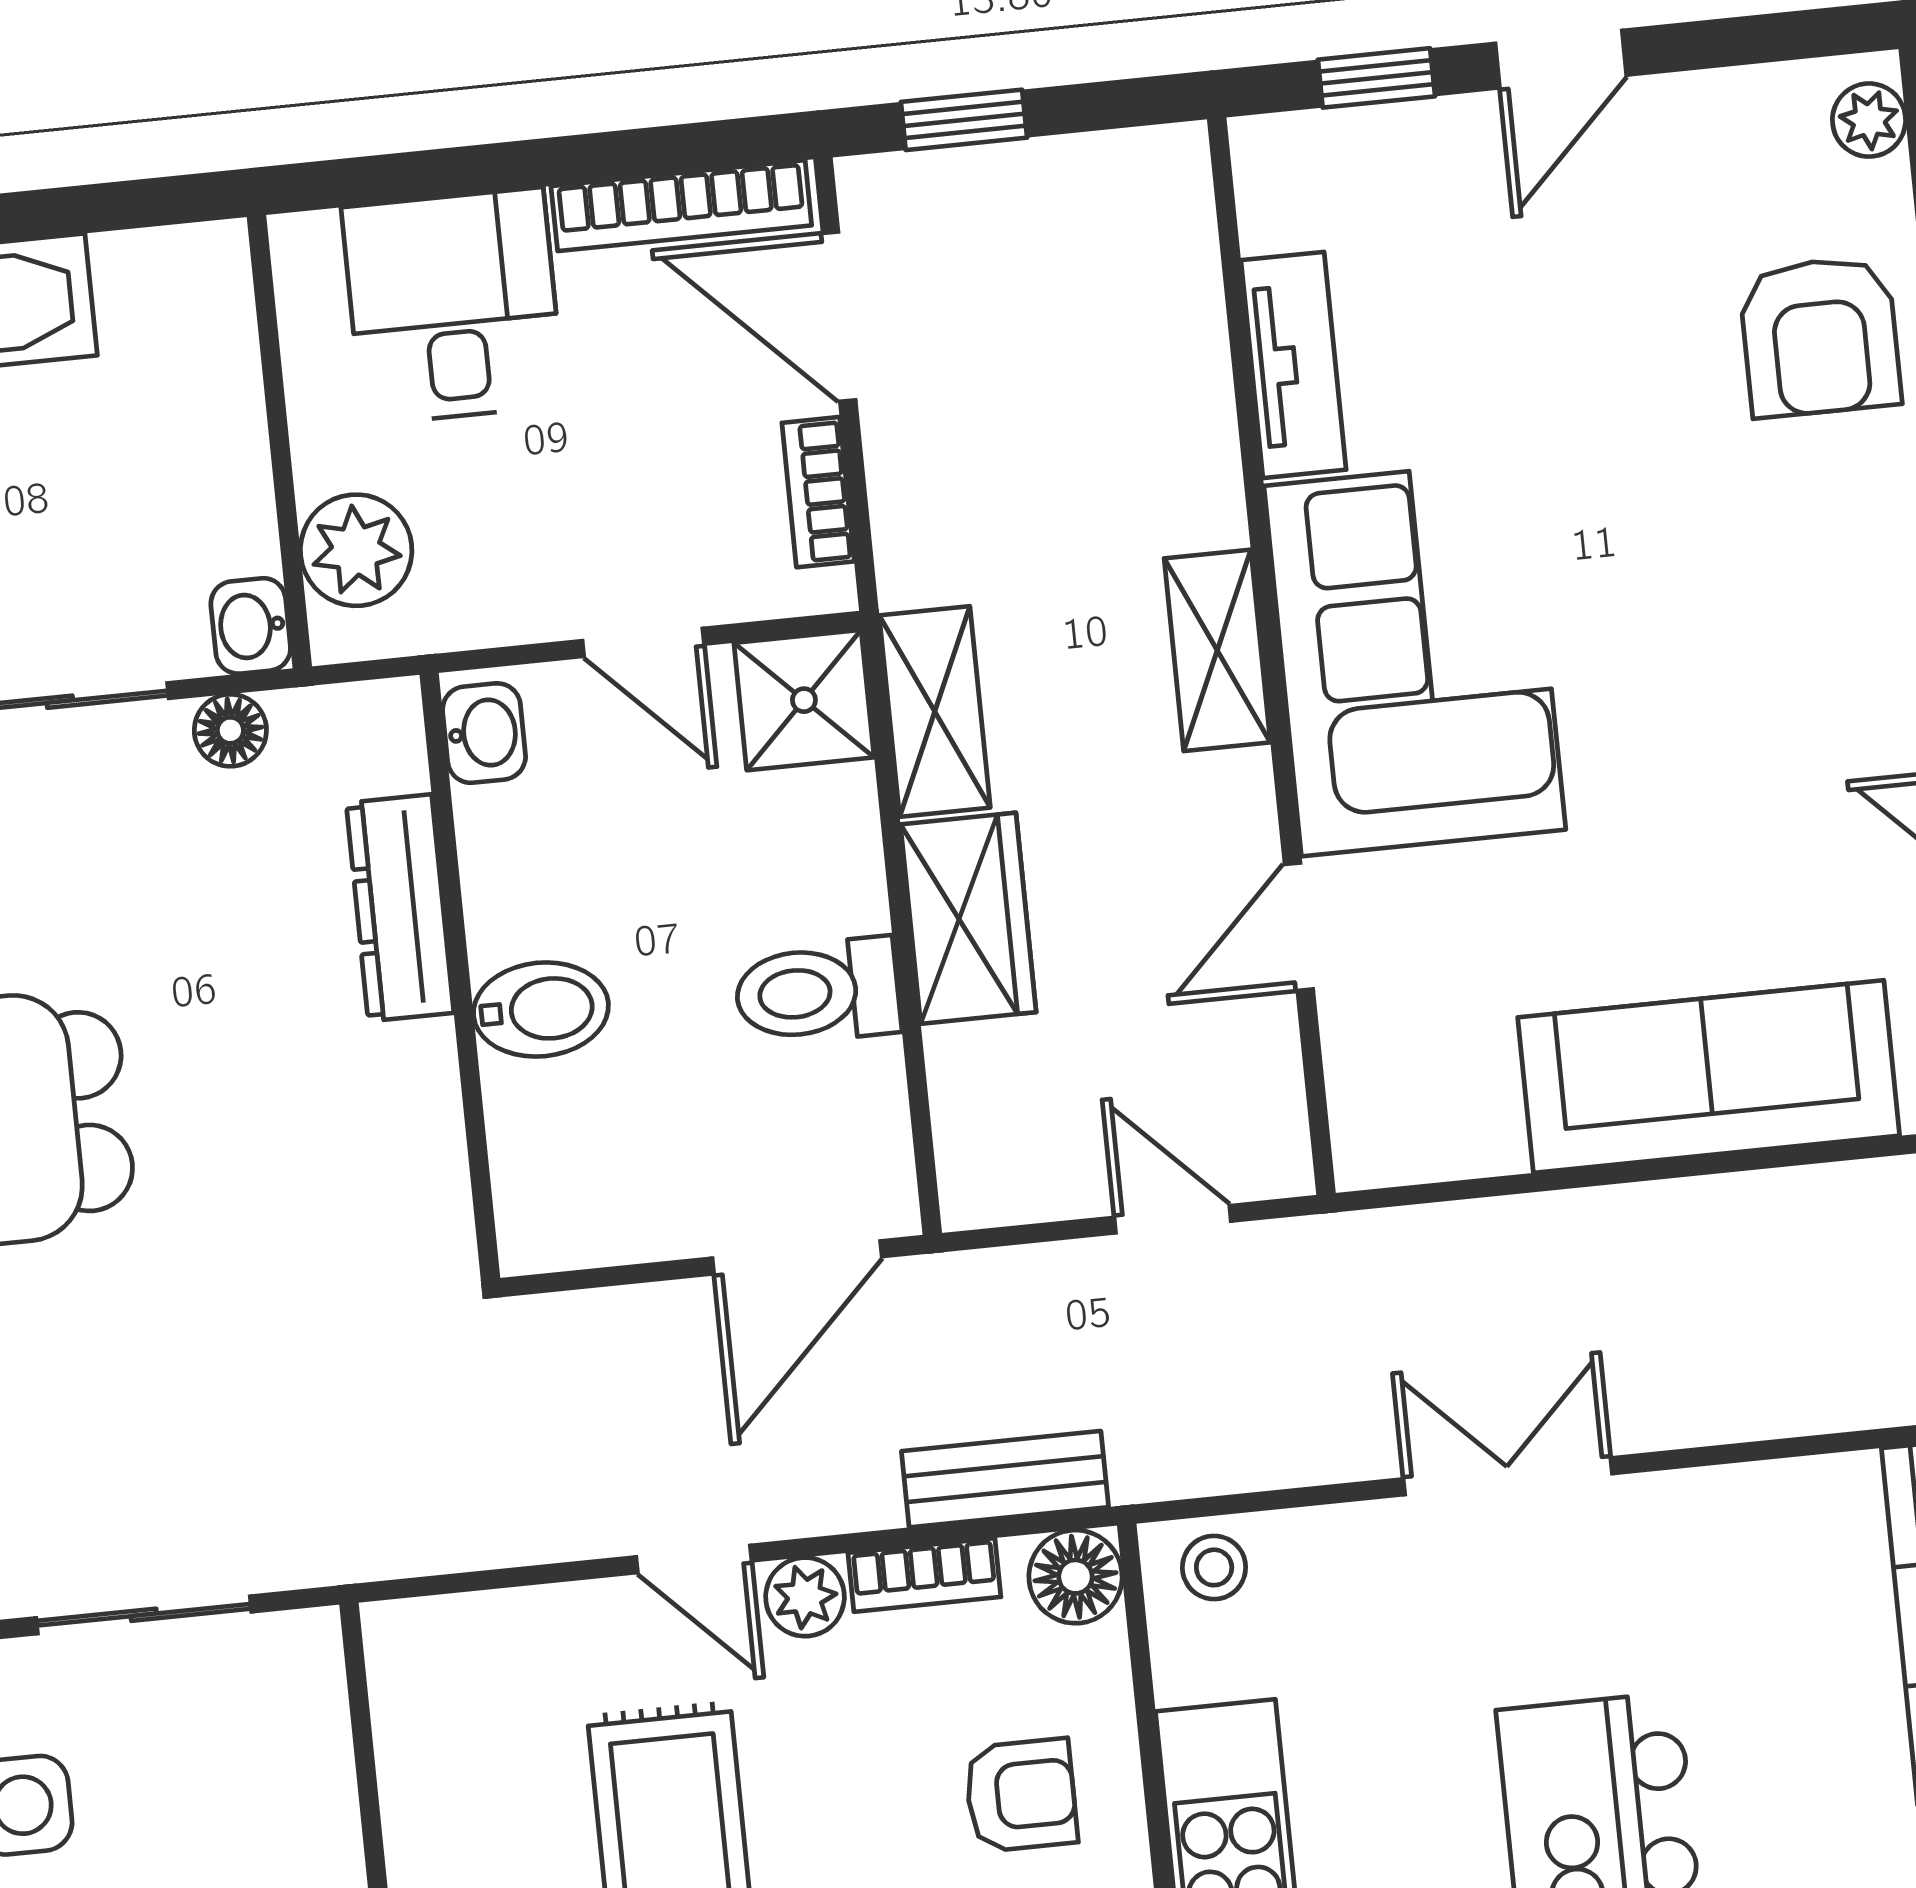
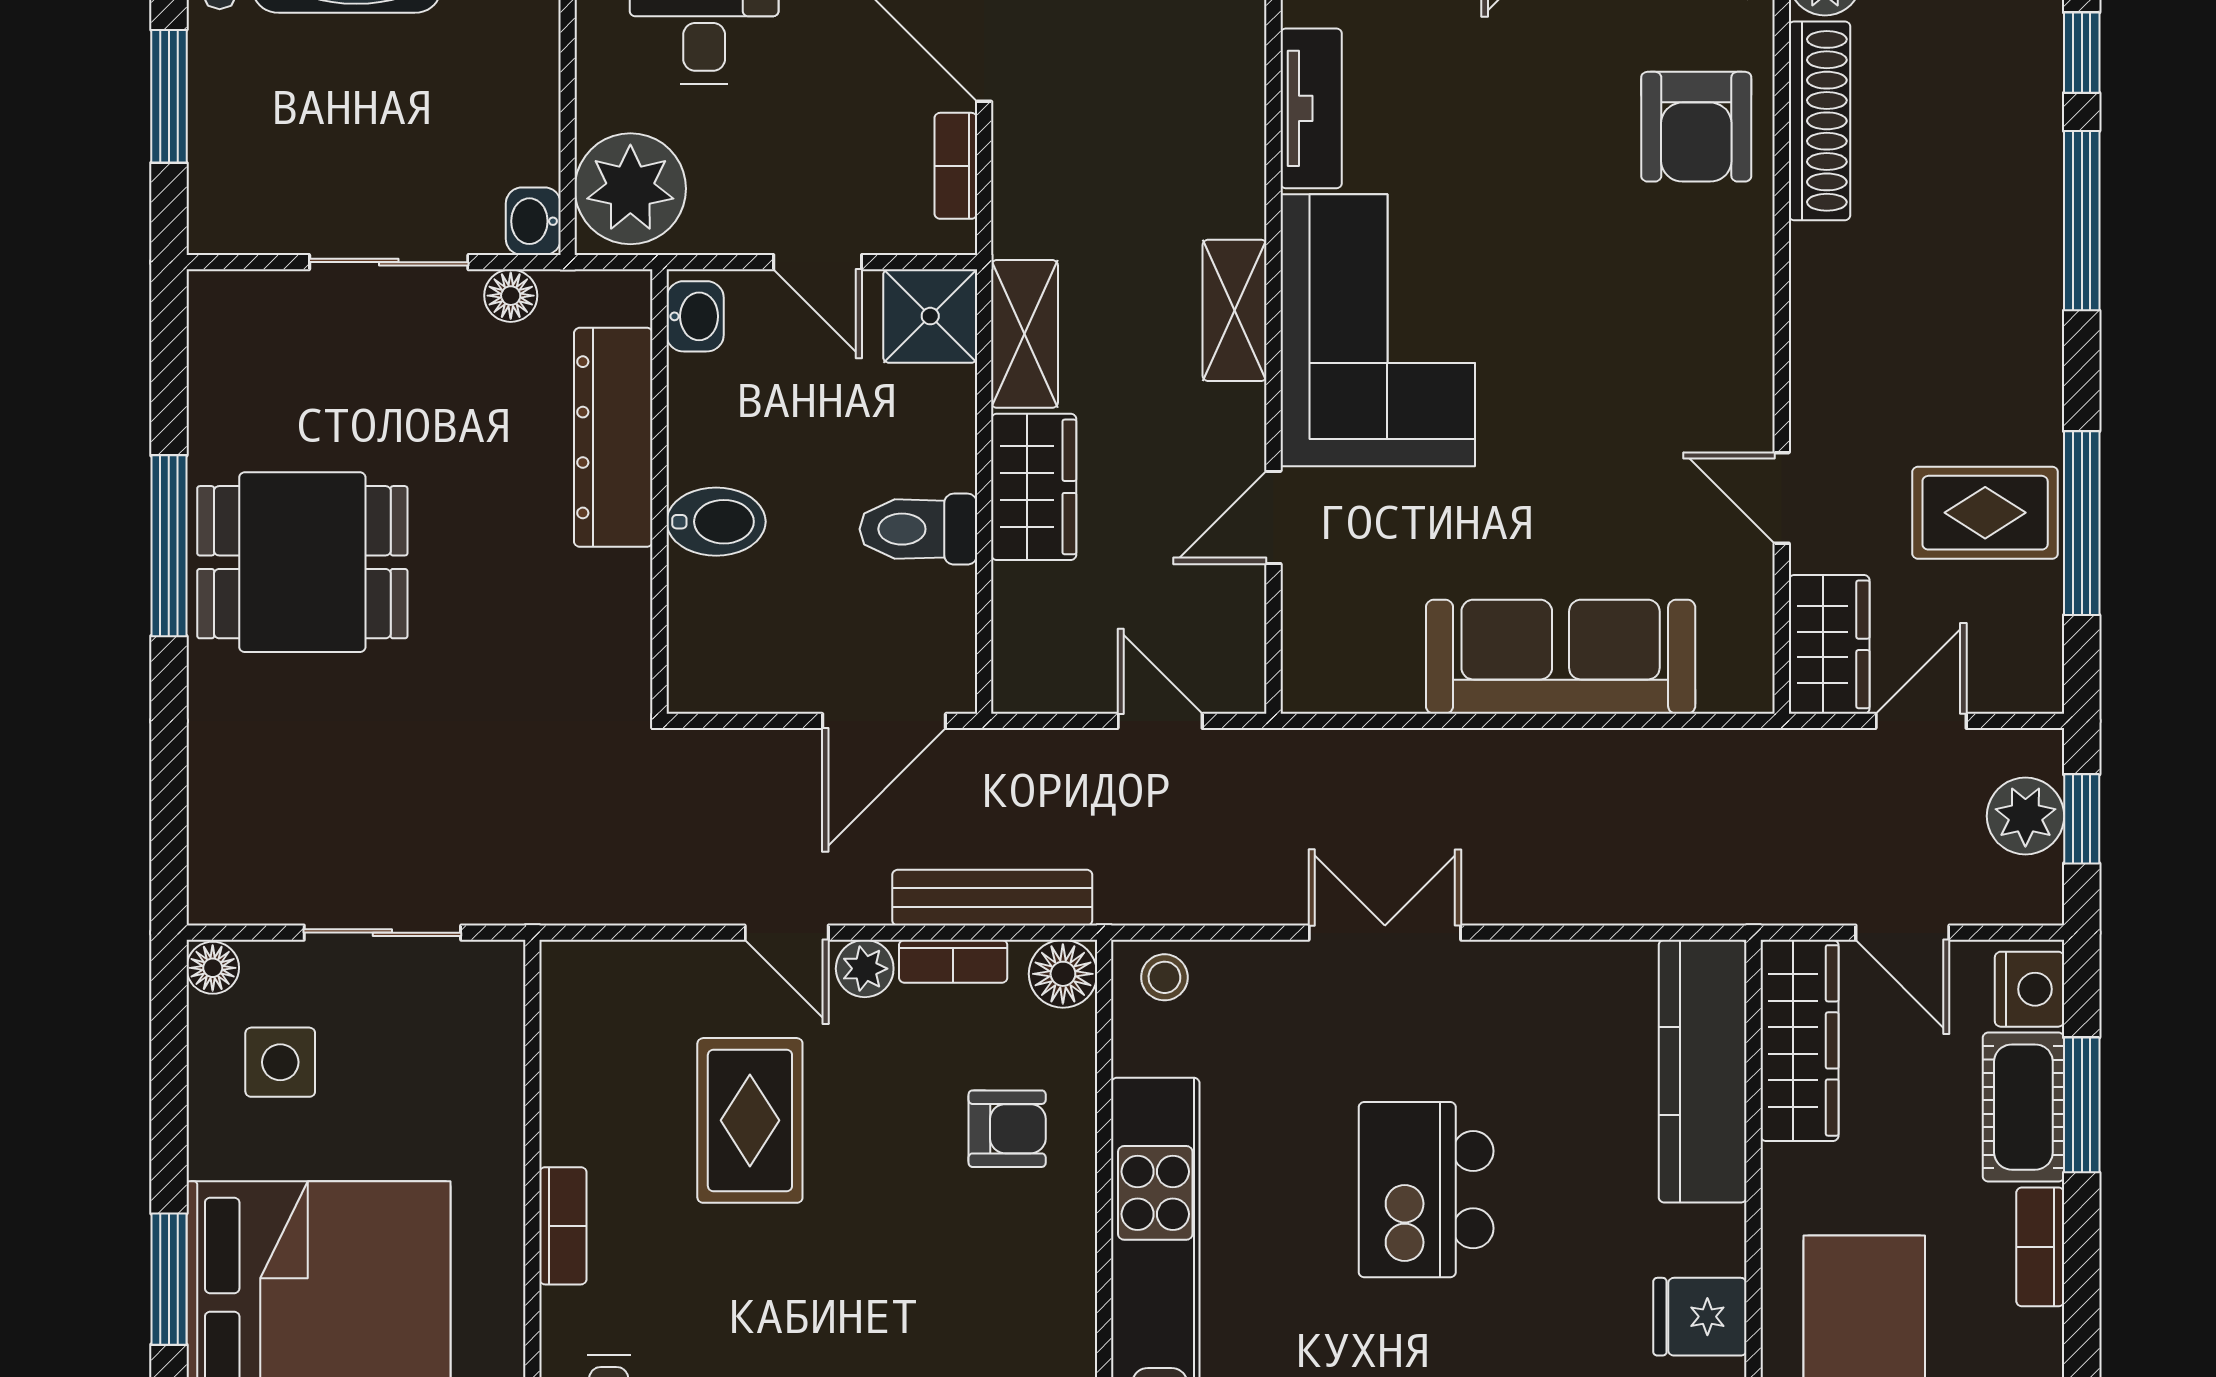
plant: (356, 550) -> (630, 189), width x1.36, depth x1.36
dresser: (400, 908) -> (613, 437), width x1.37, depth x1.24
bench: (1005, 1479) -> (992, 898), width x1.36

